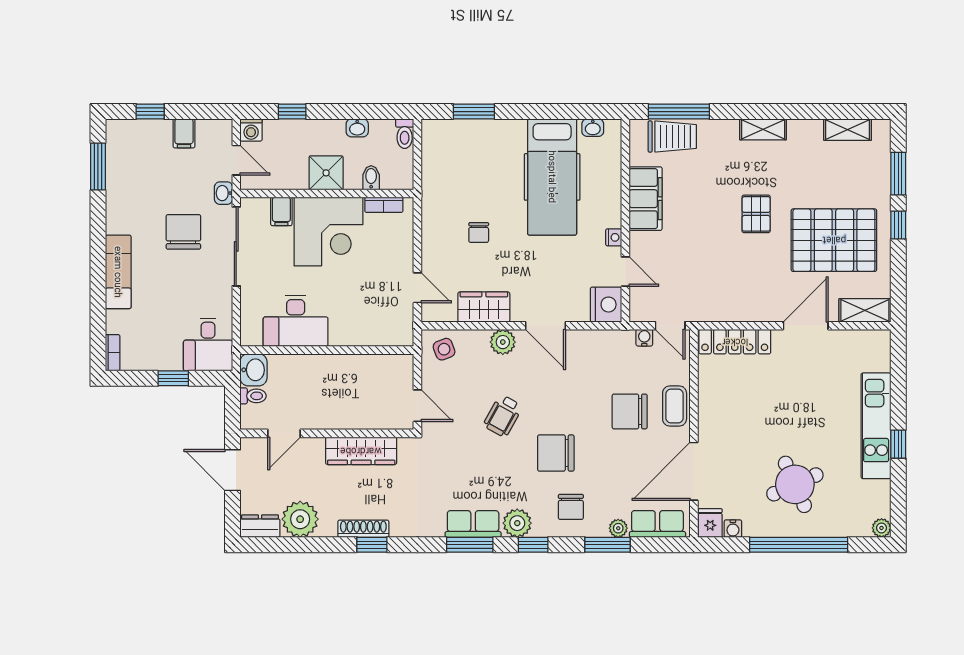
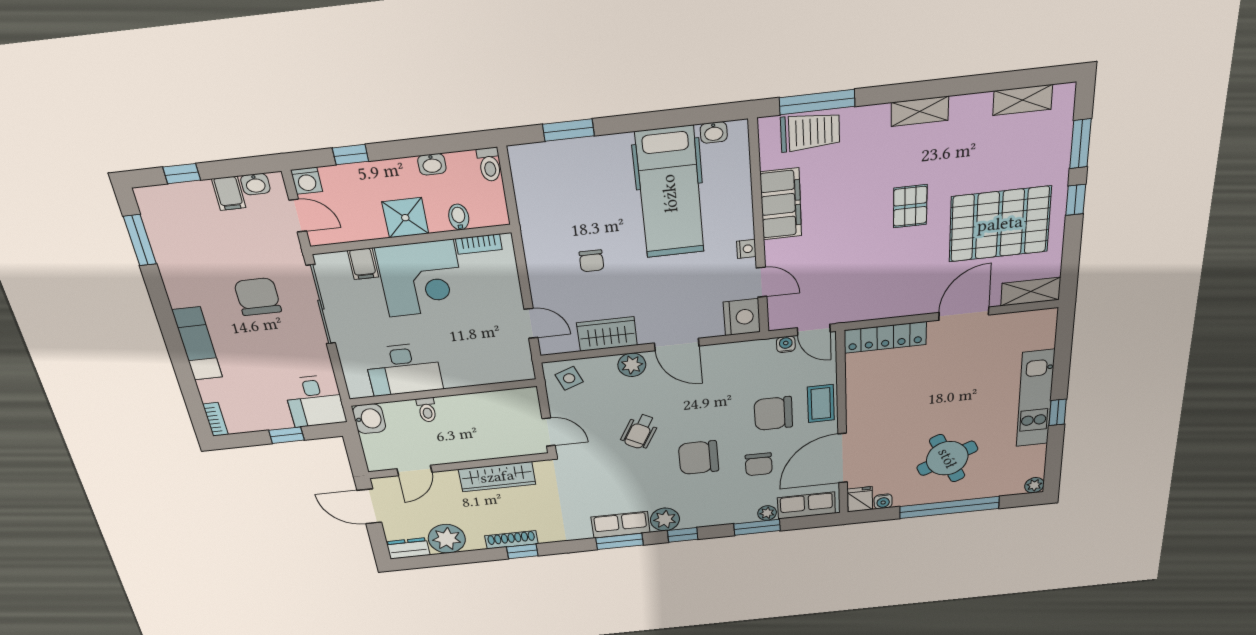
washbasin: (224, 193) -> (255, 184), moved, turned -90
toilet: (253, 396) -> (427, 410), moved, turned 90
chair: (571, 507) -> (759, 464), moved

